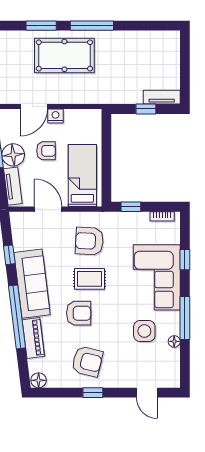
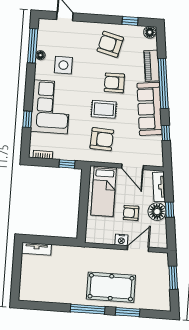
window: (146, 109) -> (50, 240), removed
window: (185, 318) -> (33, 46), moved
window: (93, 393) -> (130, 21), moved

